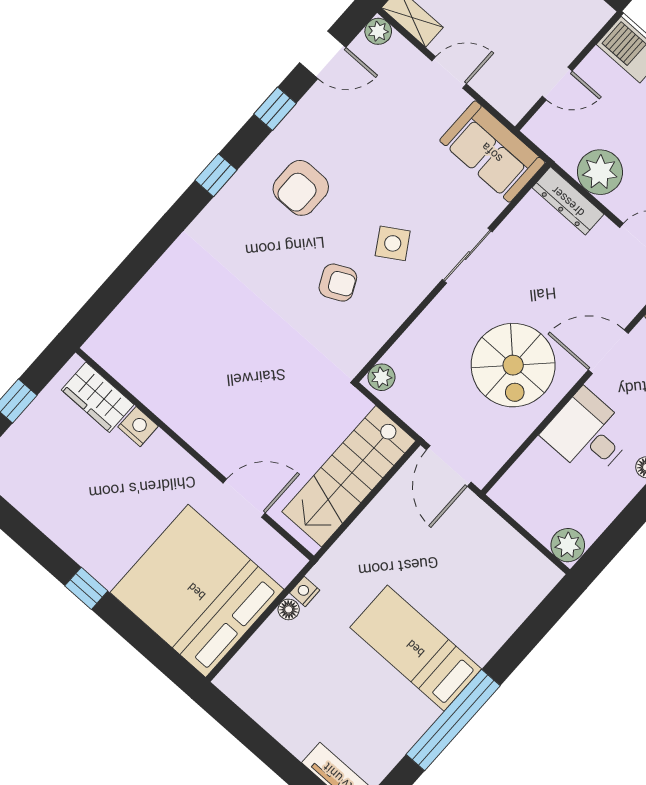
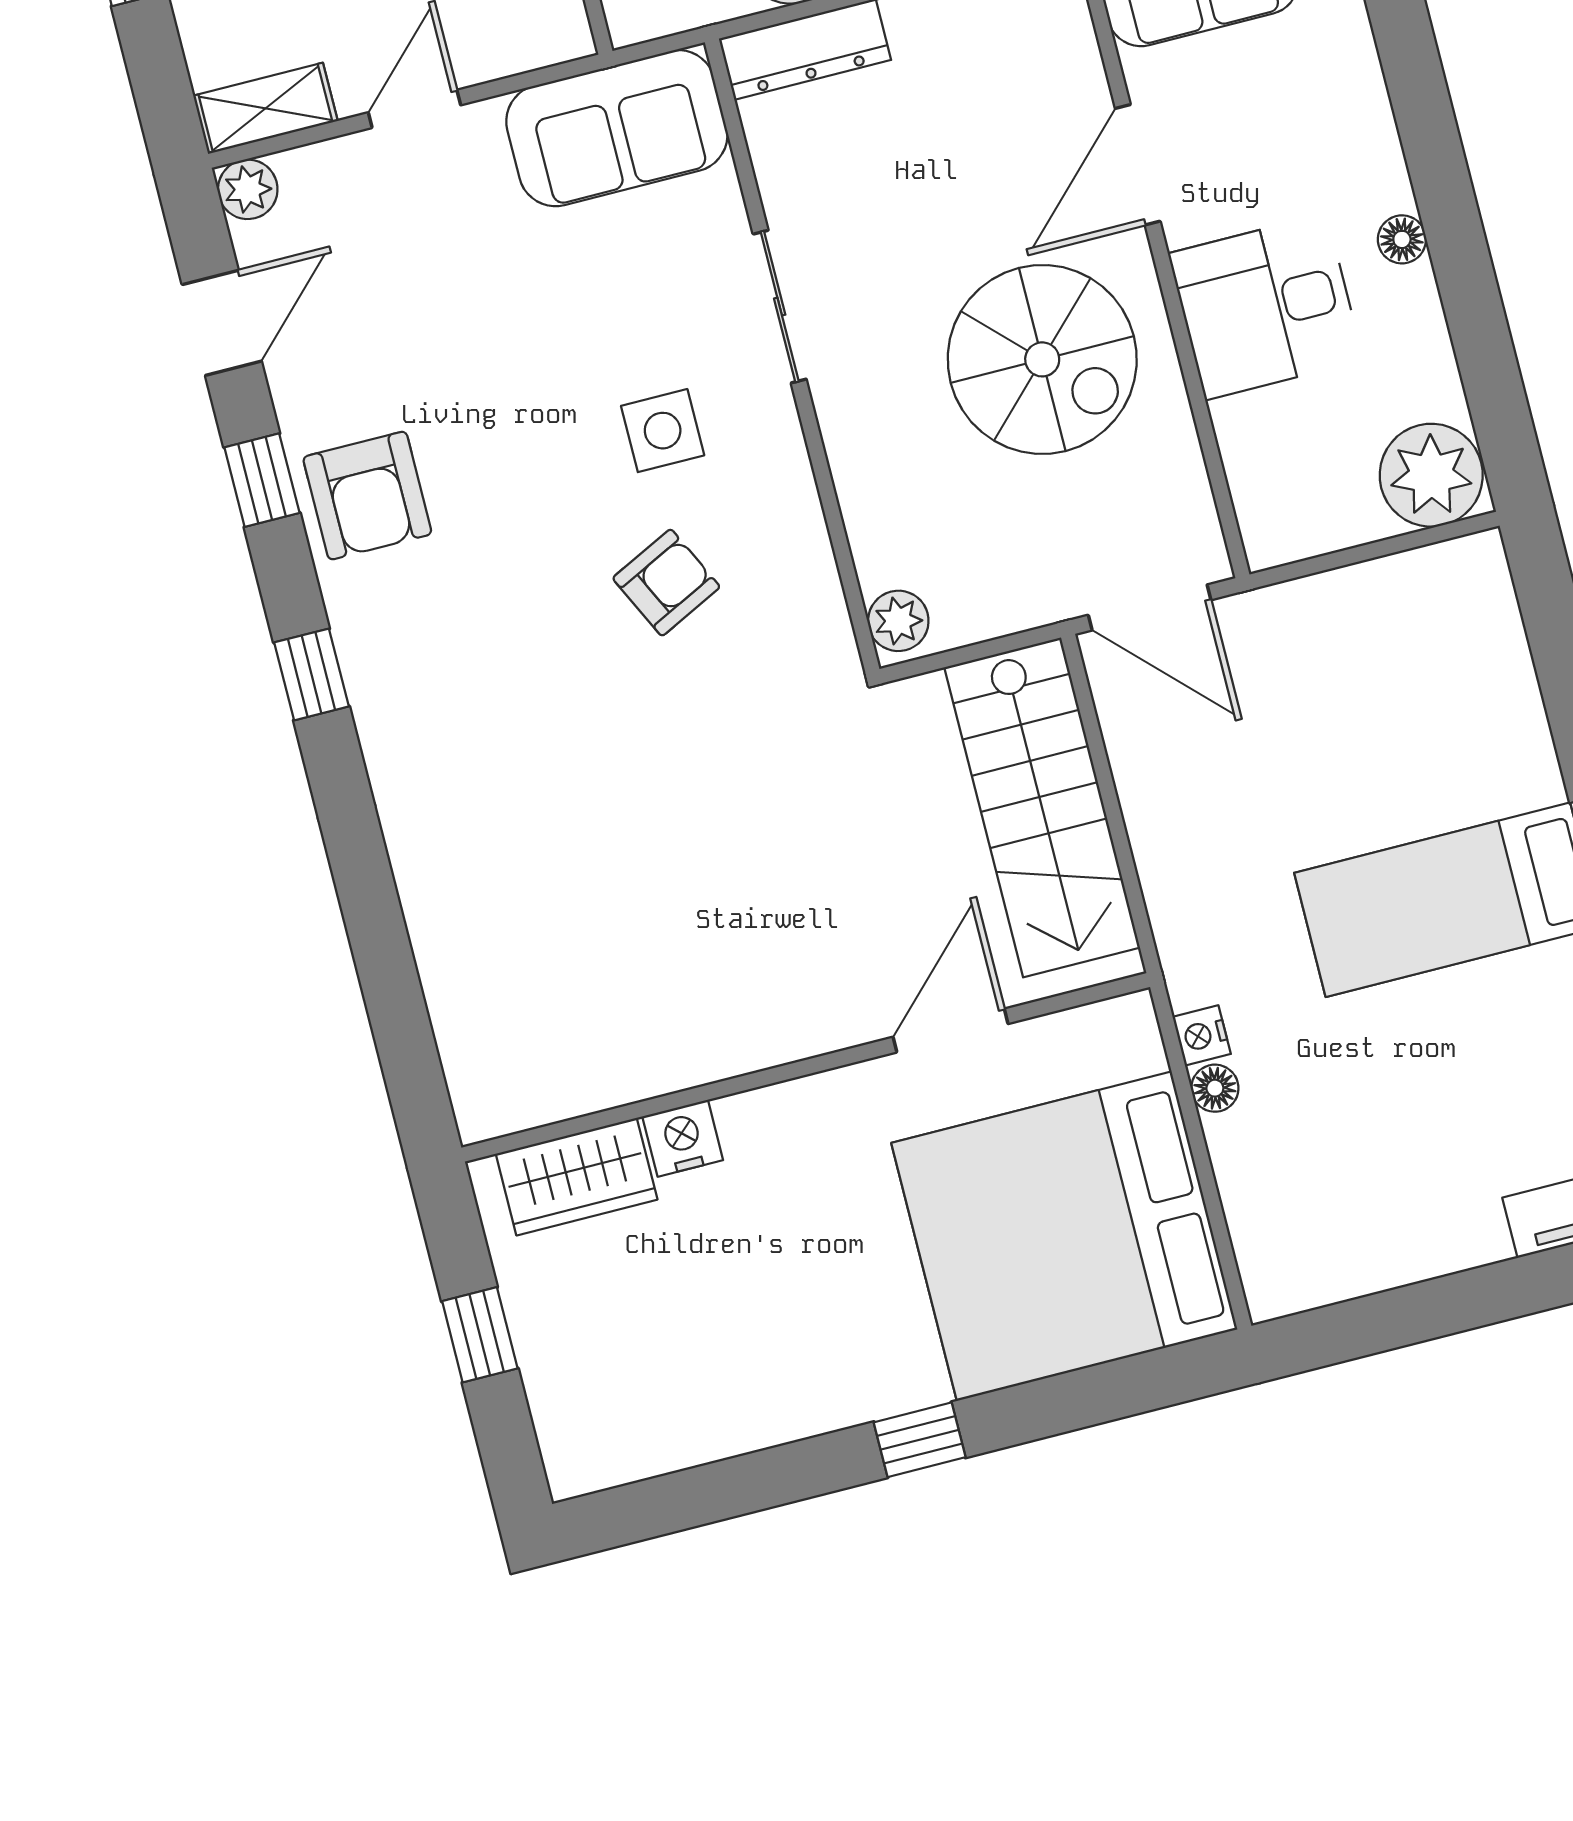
armchair: (301, 188) -> (367, 496), moved
side table: (393, 243) -> (663, 431), turned 32
plant: (568, 545) -> (1431, 475), width x1.36, depth x1.36

